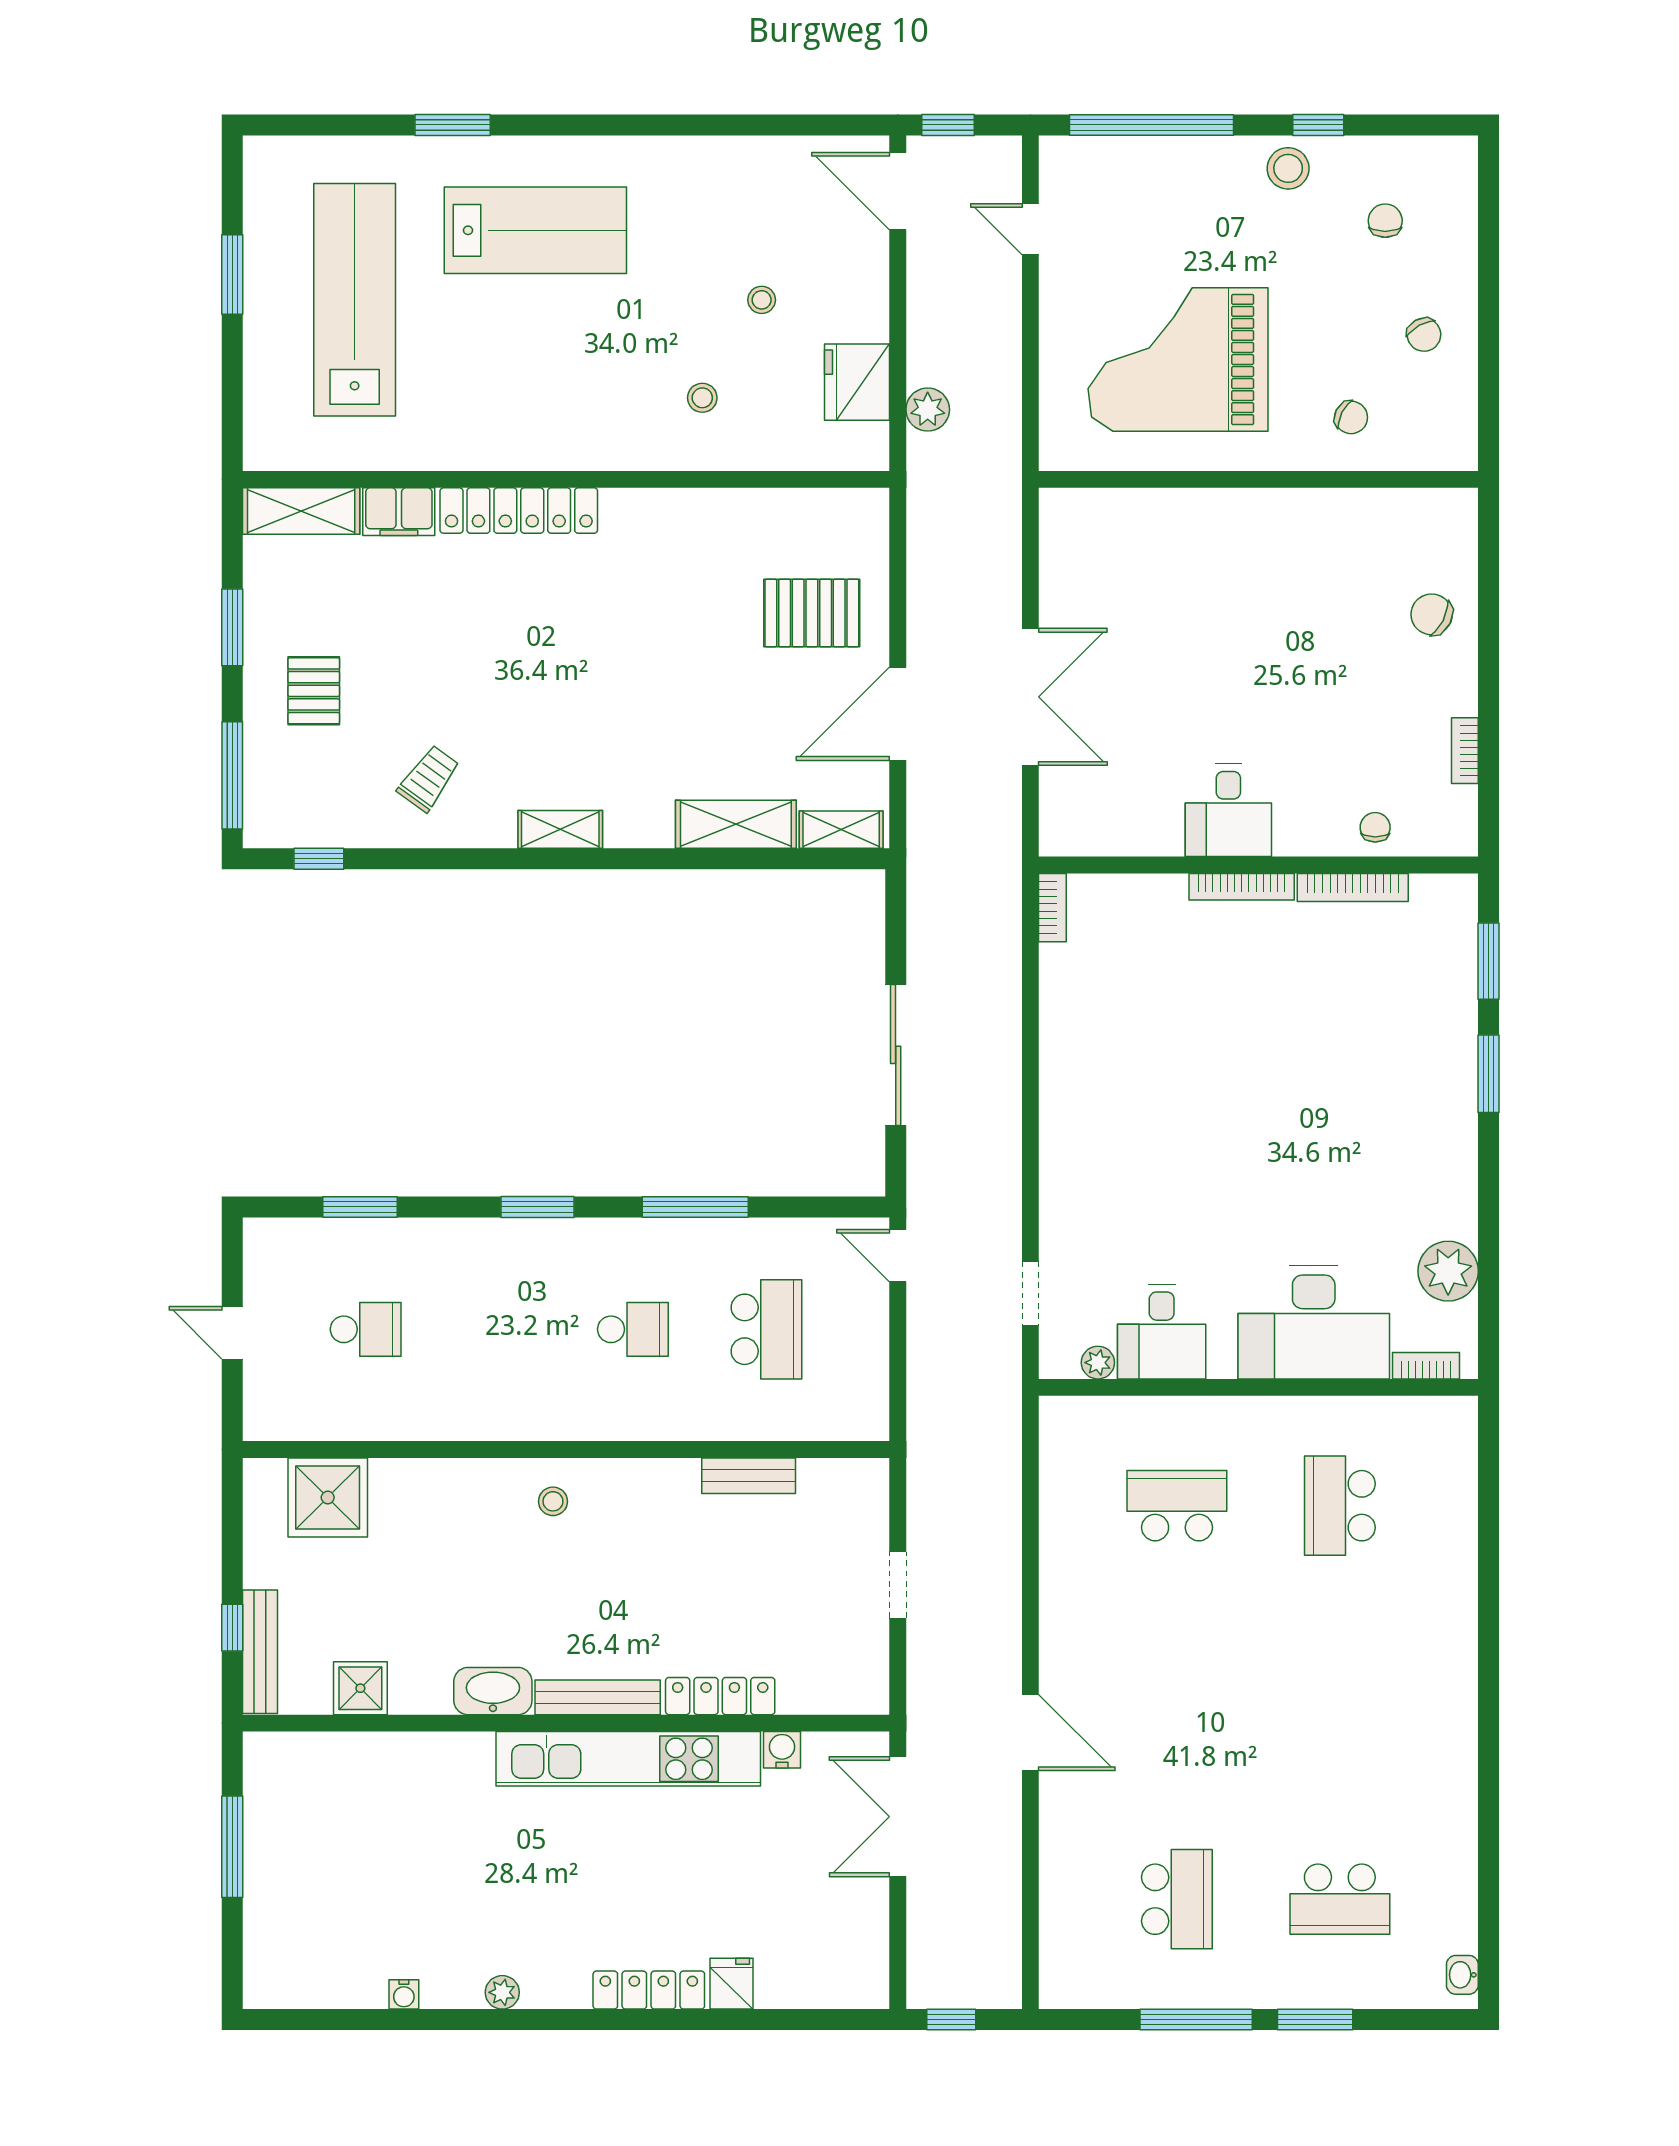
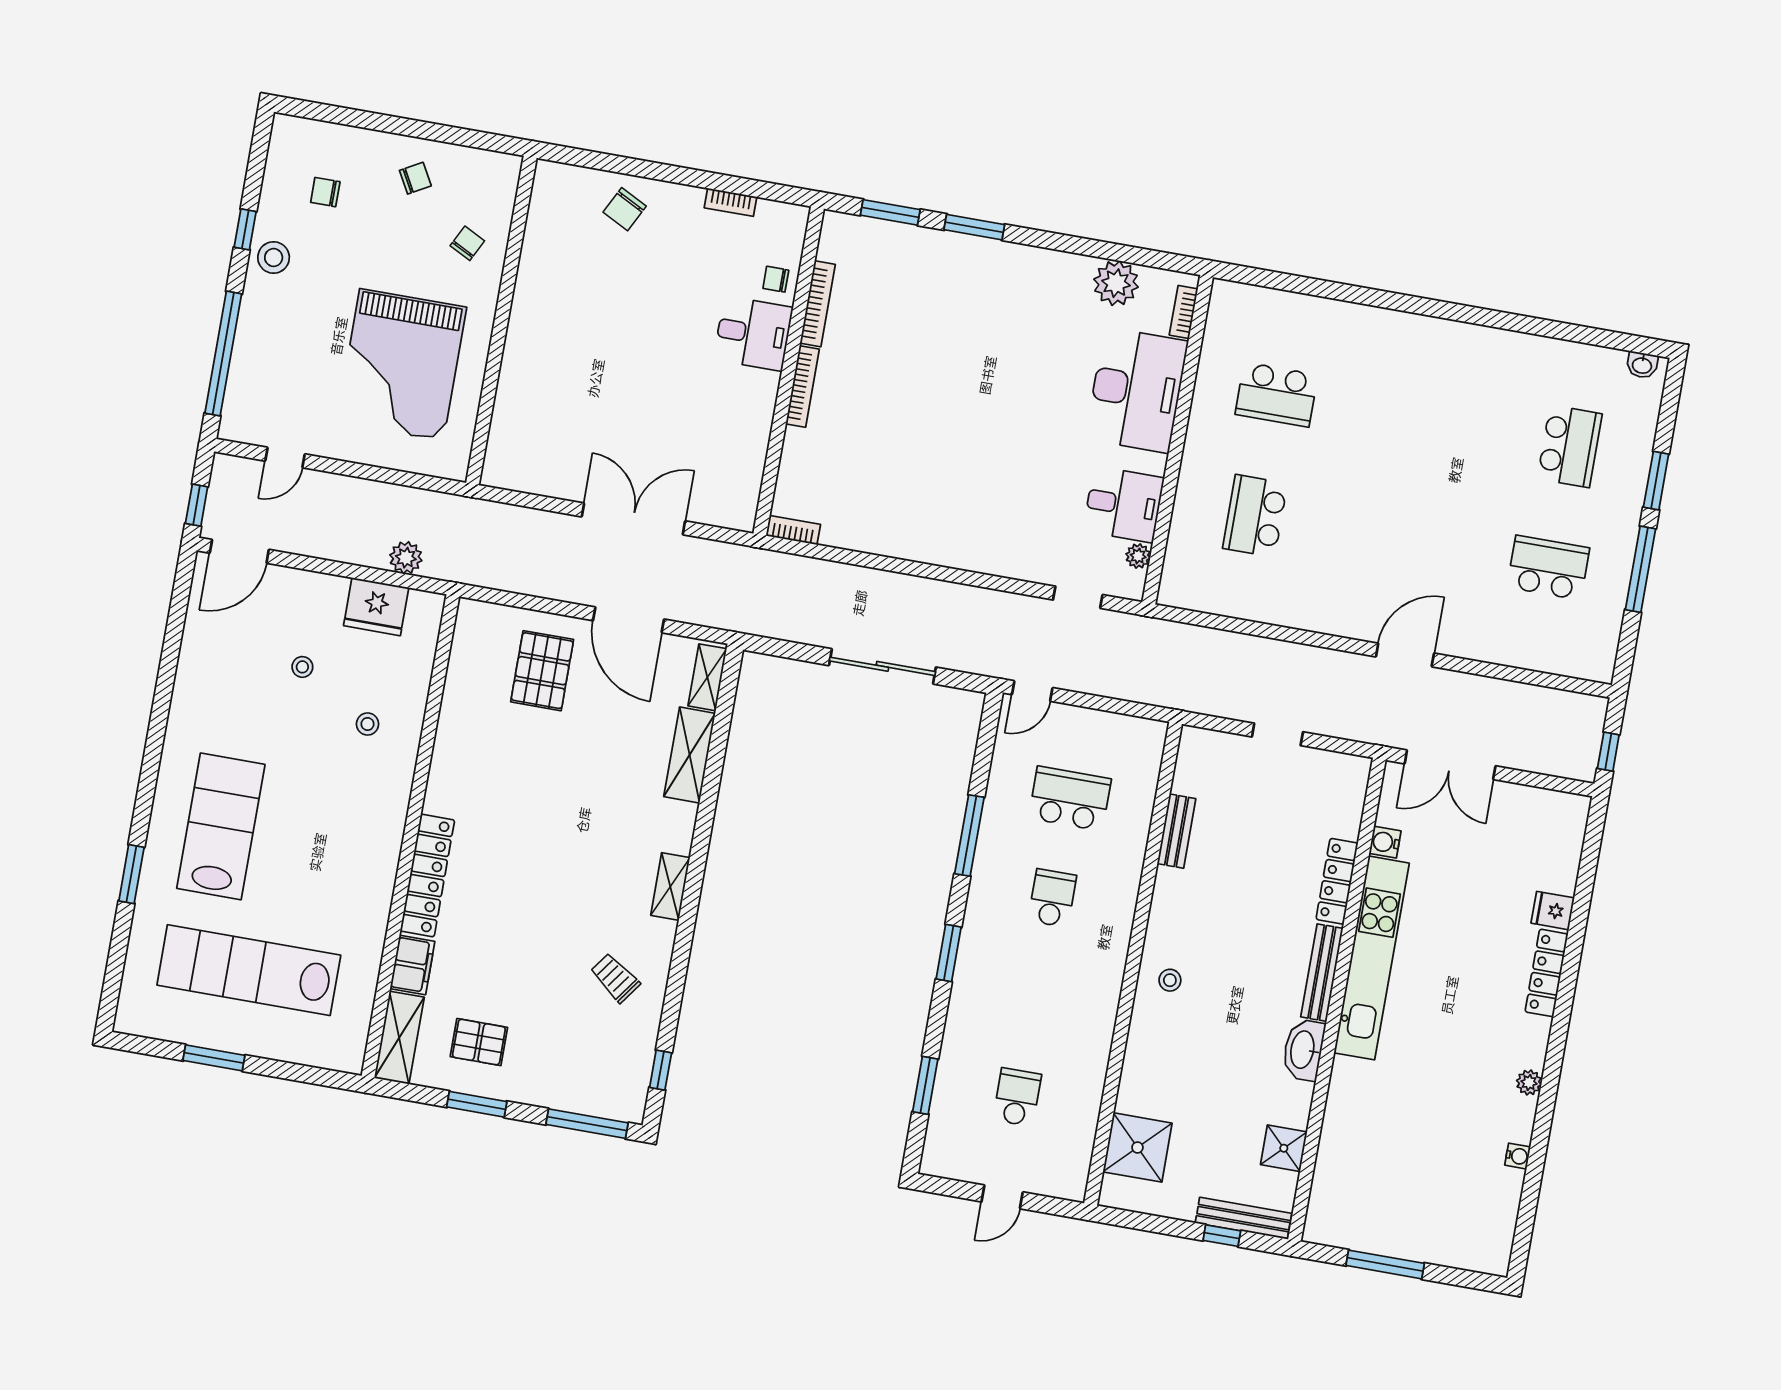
pallet: (314, 691) -> (479, 1042), moved
desk: (1228, 810) -> (753, 333), moved

